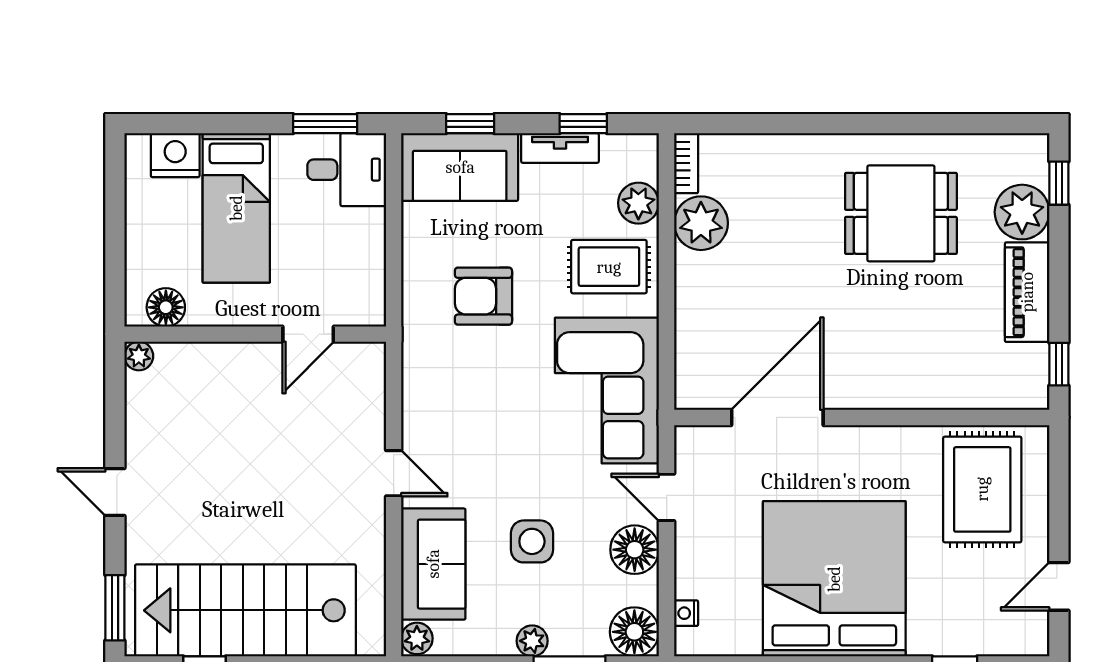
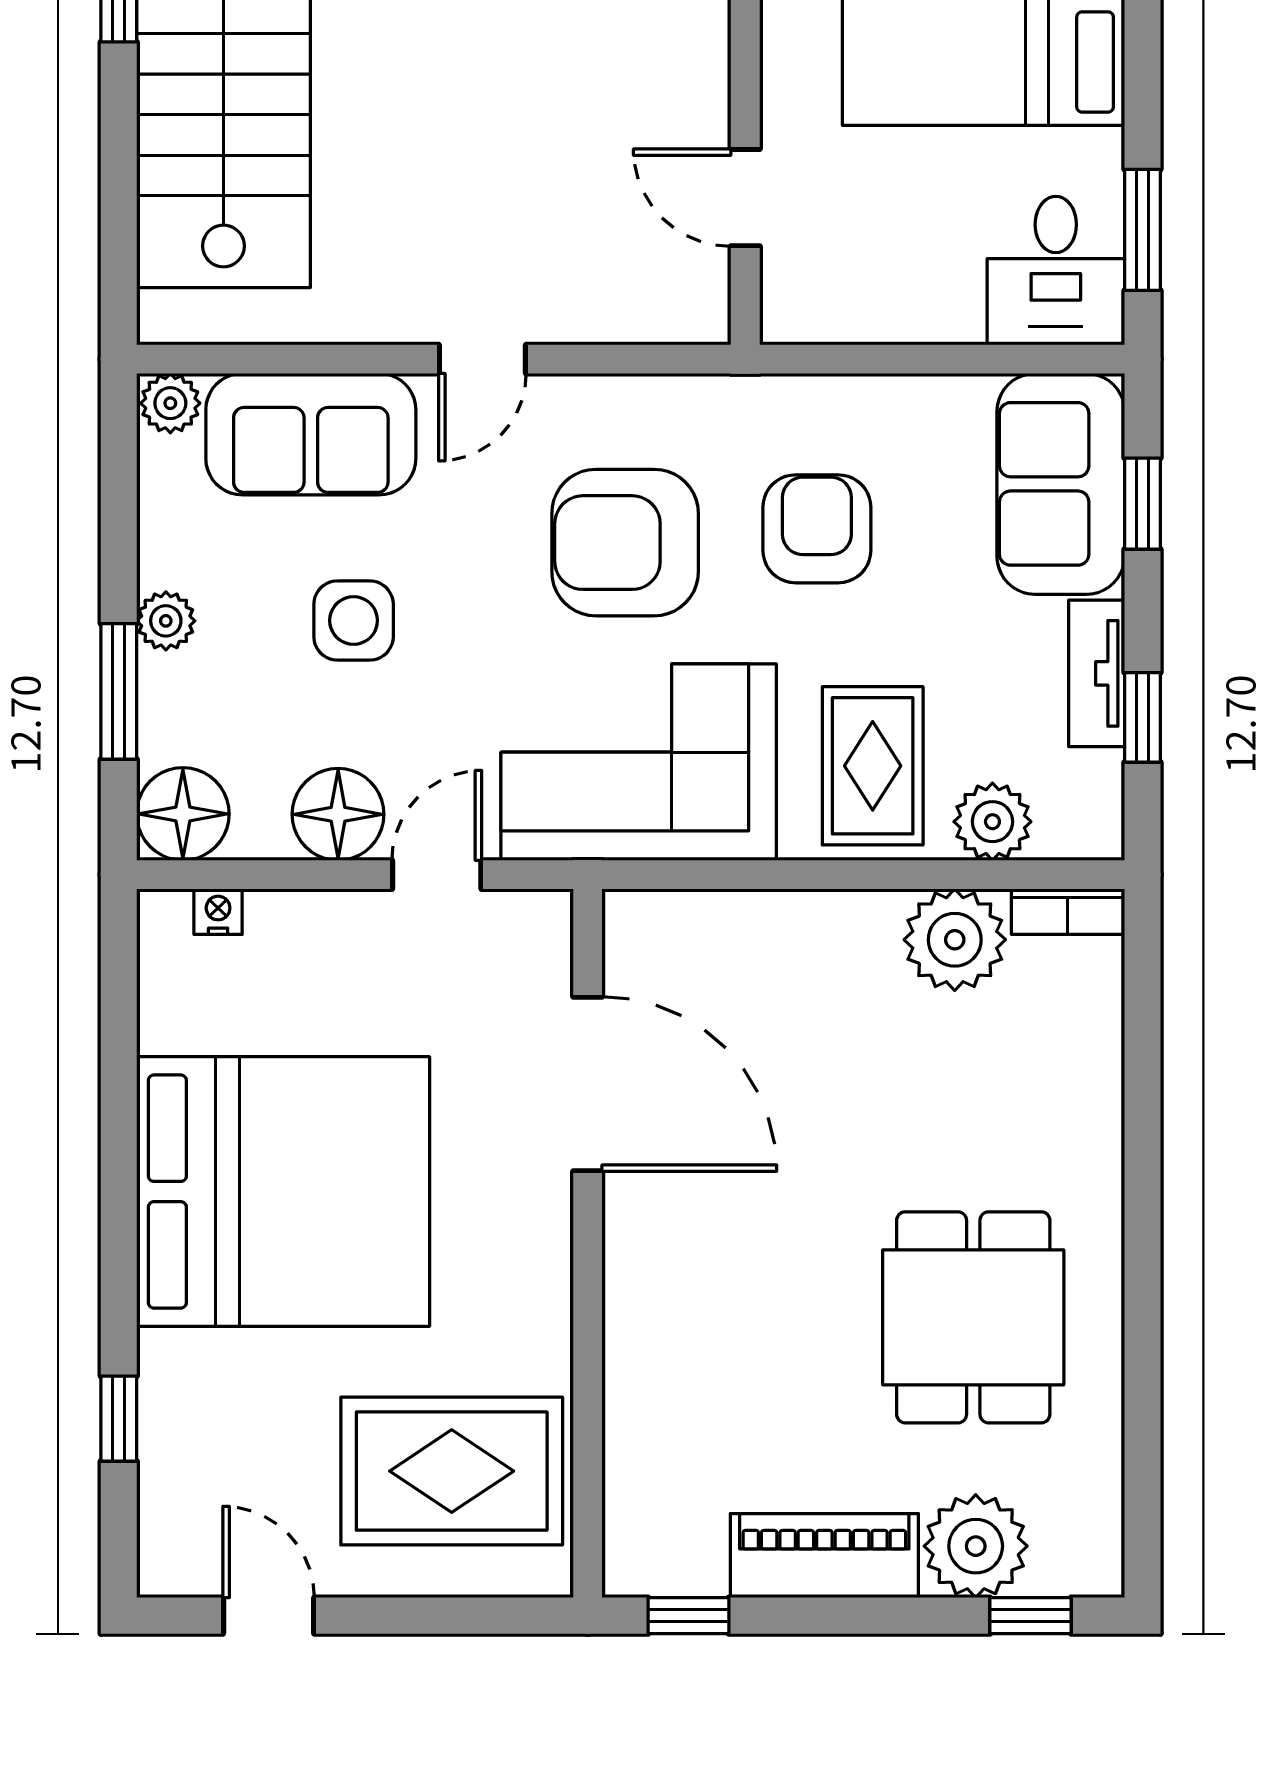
armchair: (491, 398) -> (625, 543), added

